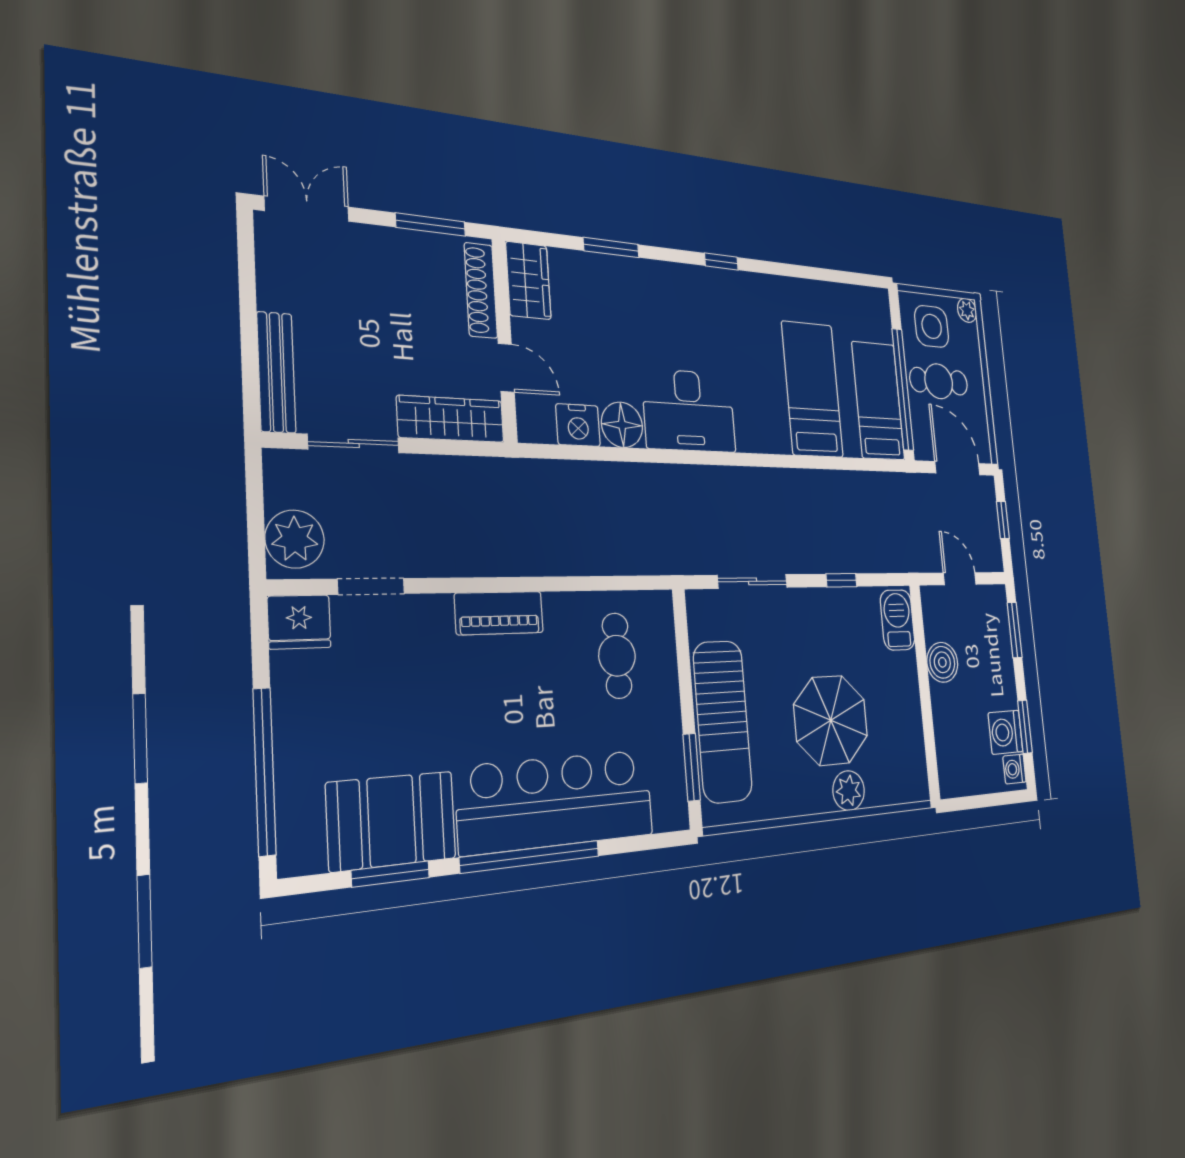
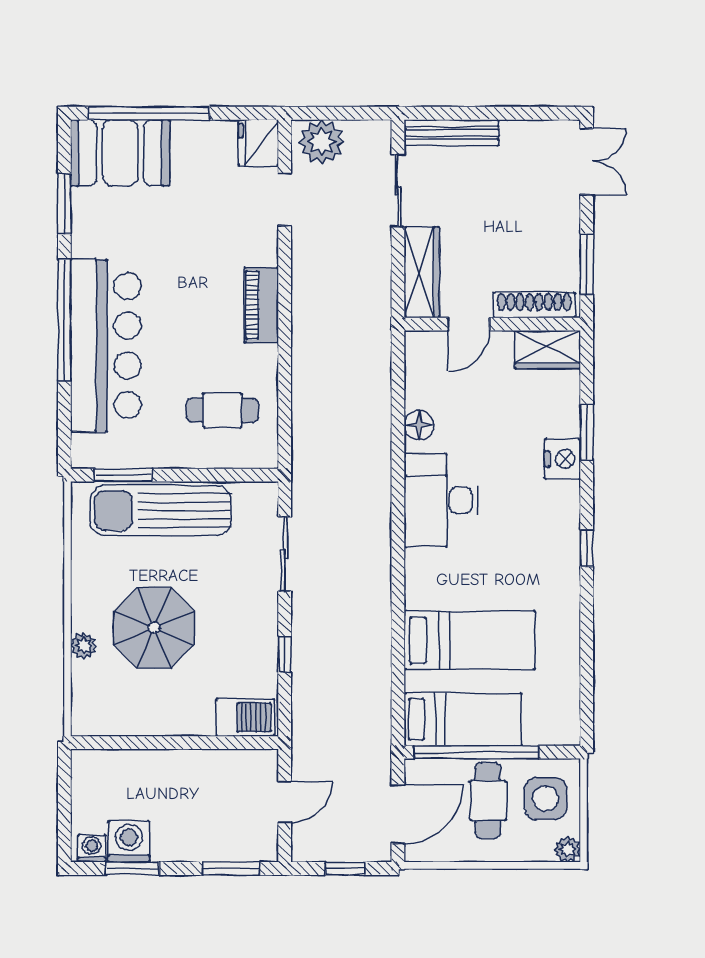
nightstand: (578, 425) -> (562, 459), moved, turned 180
floor lamp: (622, 425) -> (419, 425), width x0.73, depth x0.73
boiler: (942, 662) -> (202, 768), removed
plant: (849, 791) -> (84, 646), width x0.73, depth x0.73
booth: (392, 821) -> (120, 153), moved, turned 90

